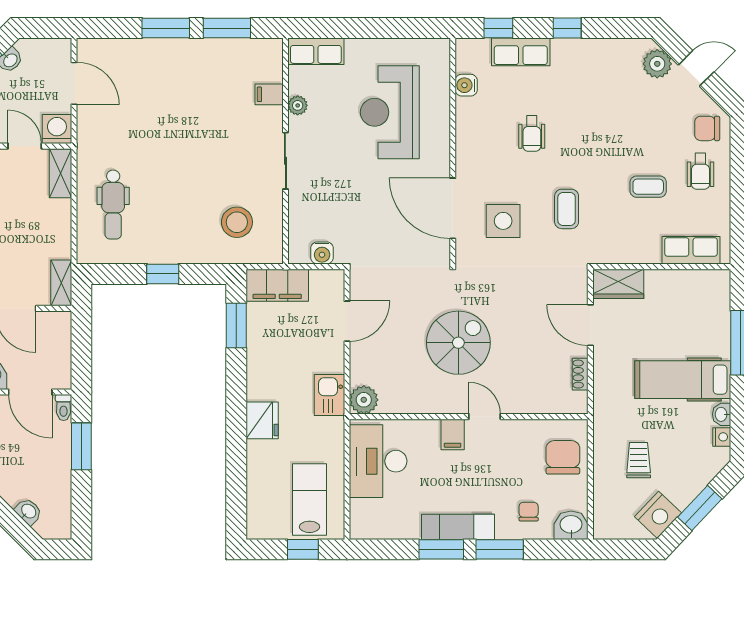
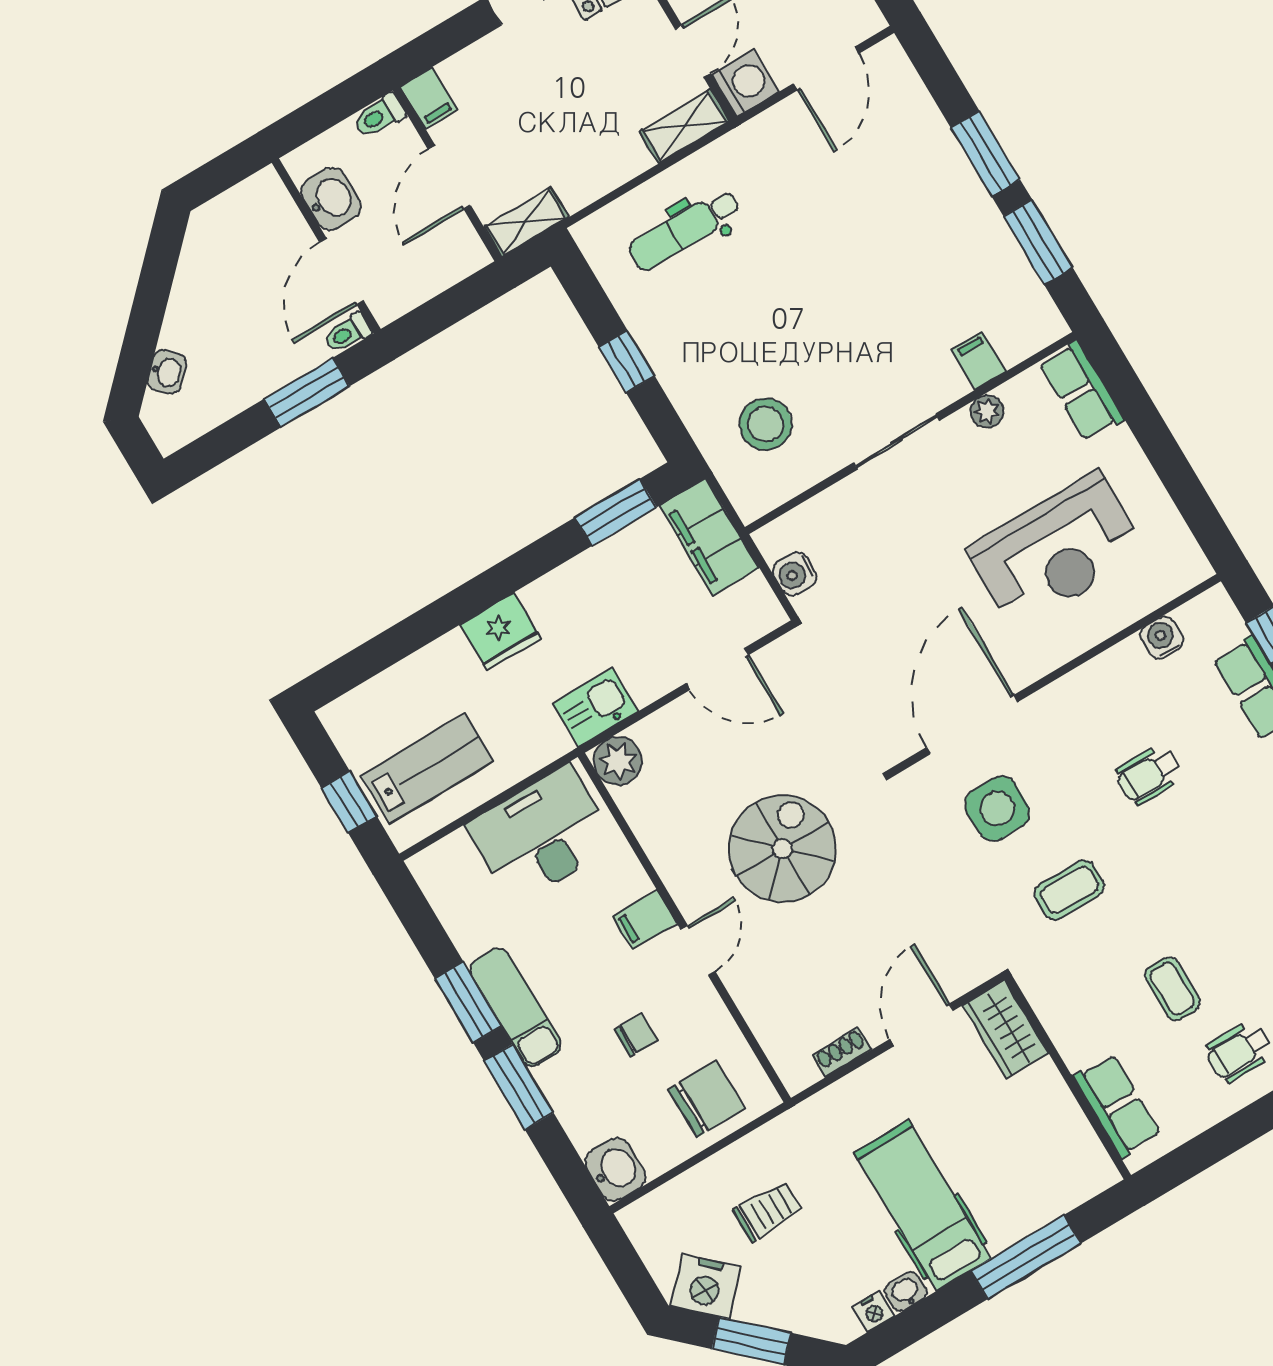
reception desk: (390, 112) -> (1057, 551), turned 180
spiral stairs: (458, 343) -> (782, 849), turned -90
chair: (529, 512) -> (636, 1035), moved

